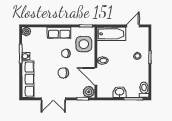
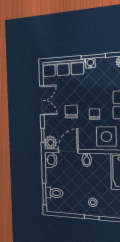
toilet: (144, 90) -> (54, 193), moved
washbasin: (120, 92) -> (51, 160), moved
double door: (53, 99) -> (42, 100), swing flipped

